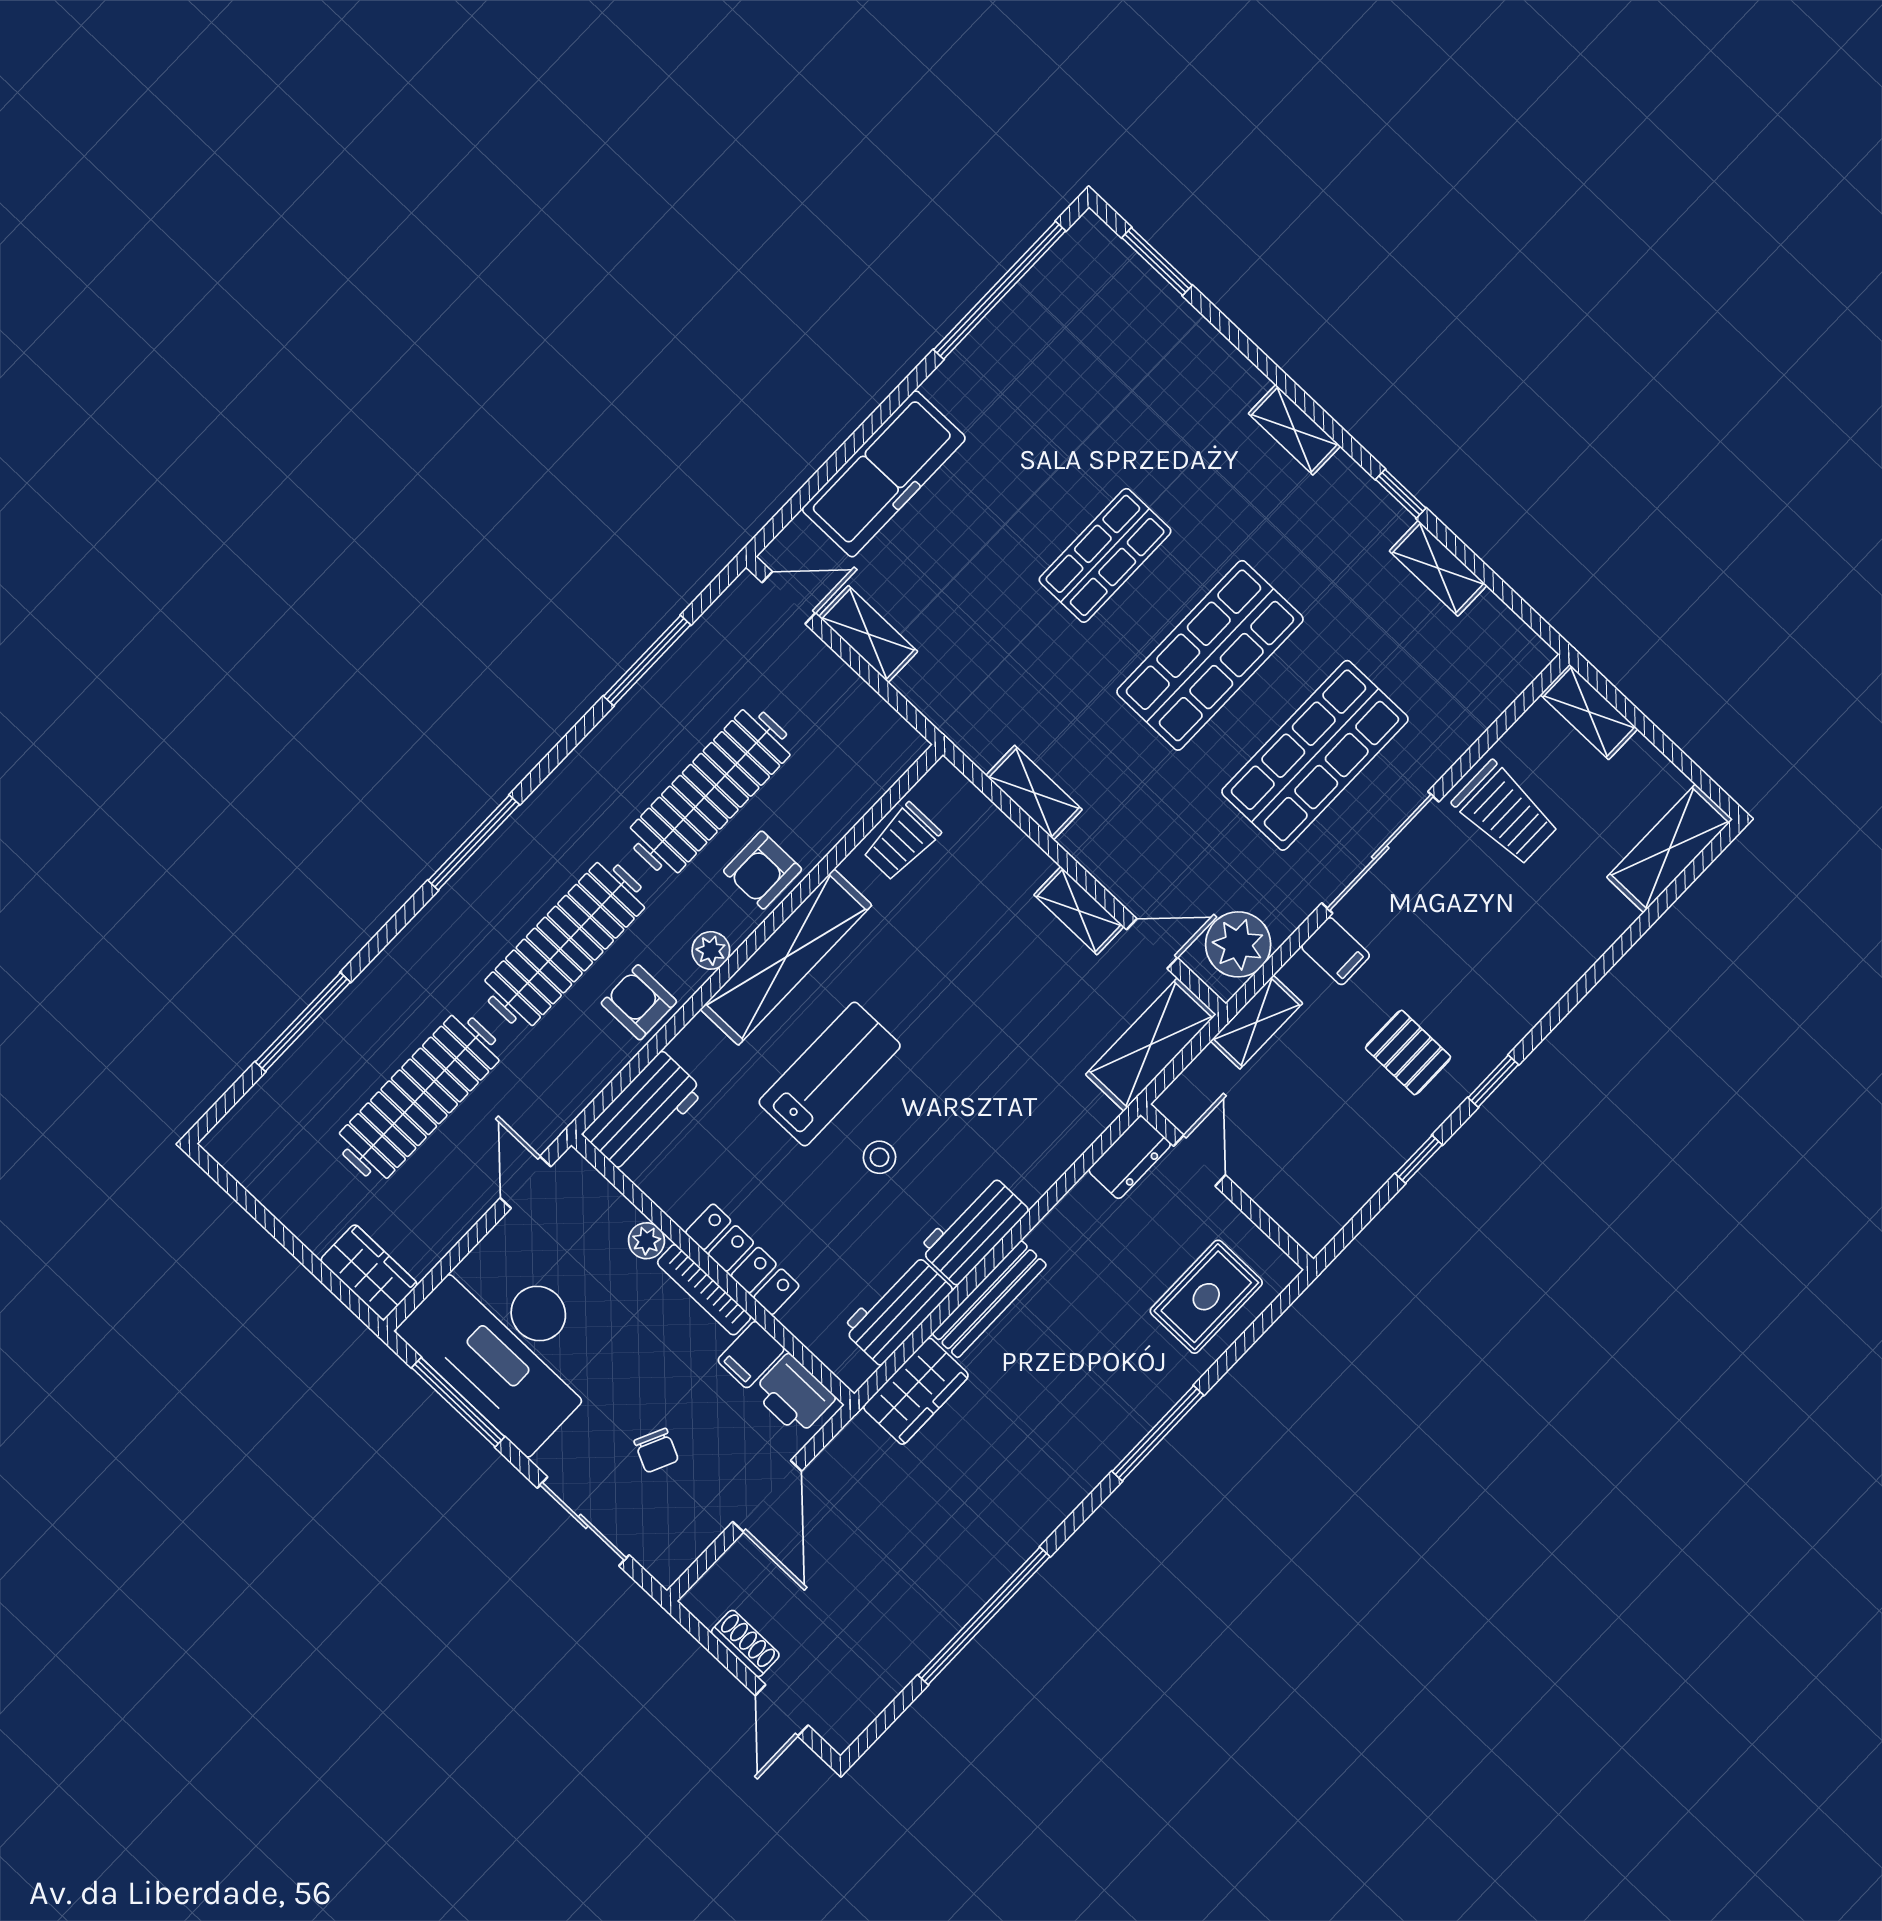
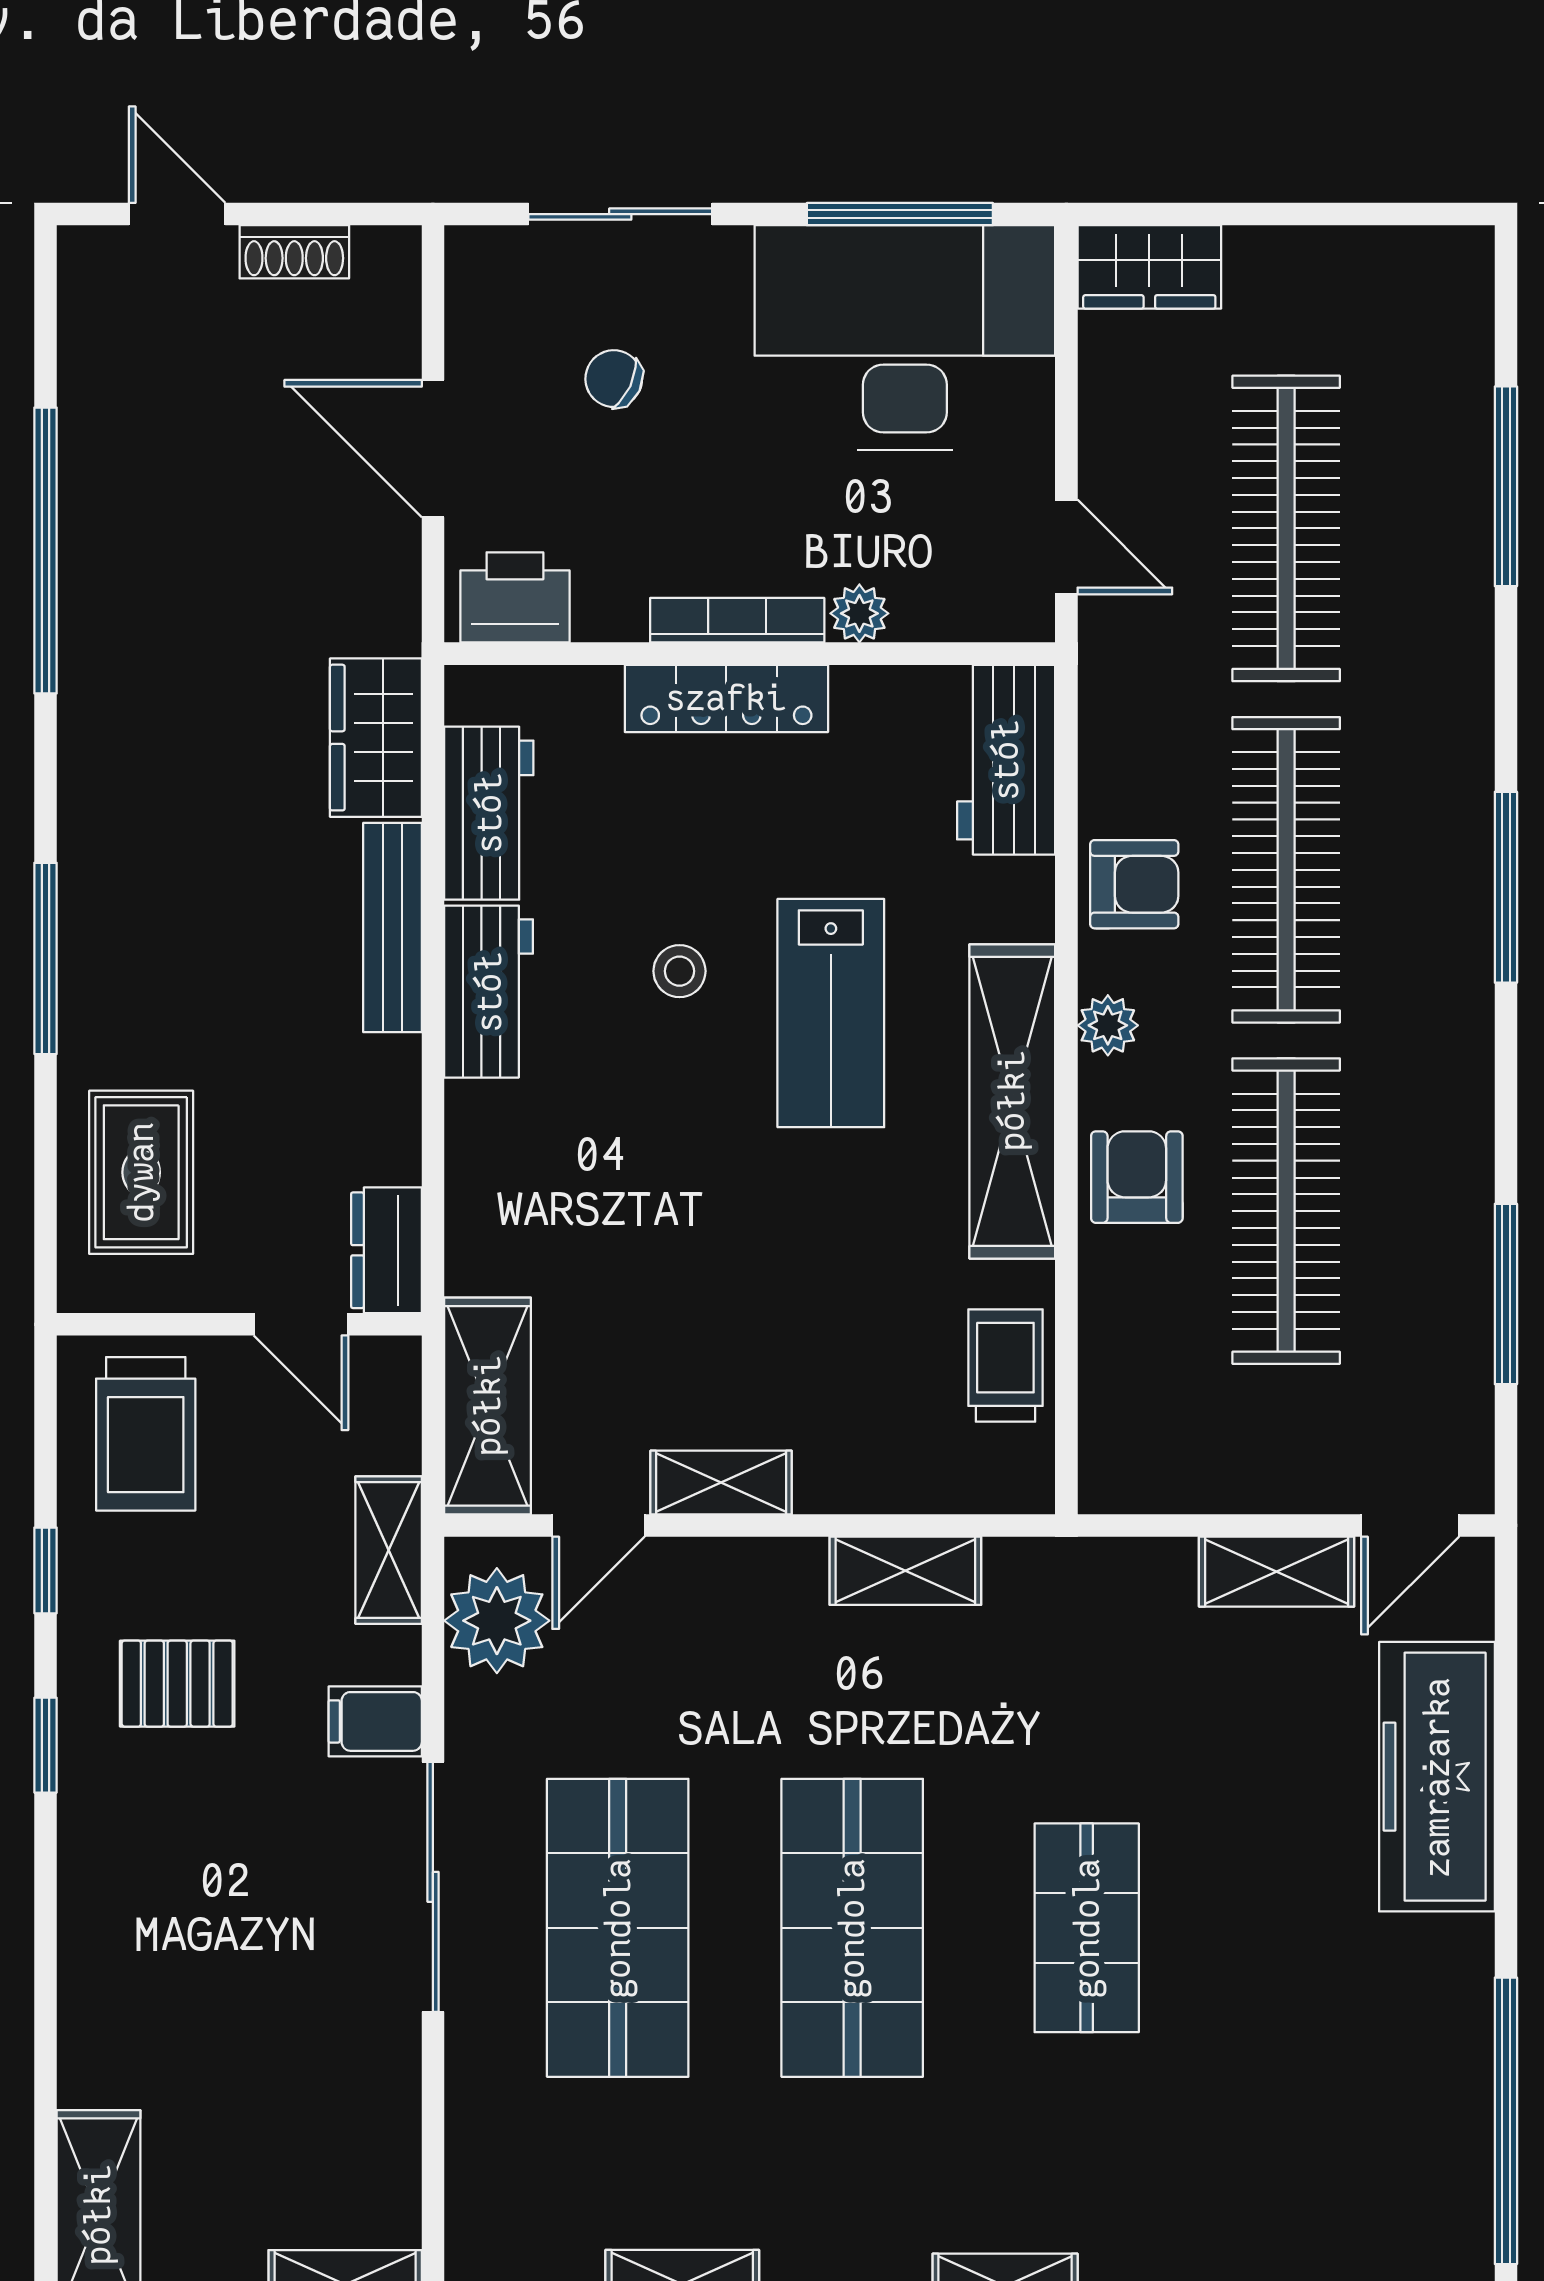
trolley: (1506, 813) -> (146, 1434), moved, turned -90
filing cabinet: (751, 1355) -> (610, 597), removed

